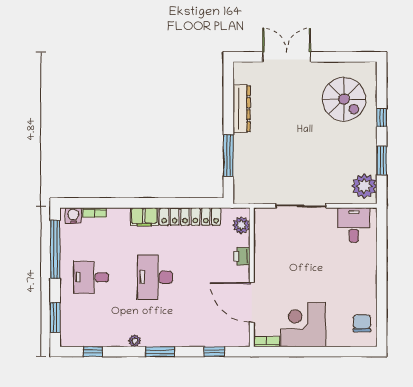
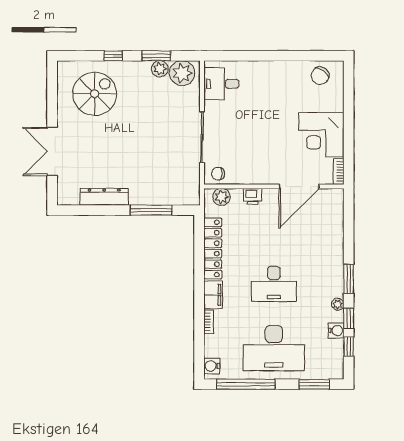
plant: (369, 164) -> (160, 69), added
bookcase: (94, 212) -> (209, 322), moved
chair: (264, 222) -> (218, 174), added
desk: (91, 277) -> (274, 348), width x1.87, depth x1.30
chair: (362, 323) -> (320, 76), turned -55
water cooler: (109, 339) -> (336, 331), added
window: (214, 352) -> (349, 318), moved

